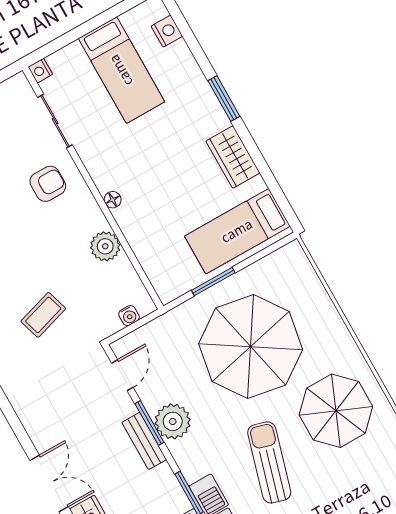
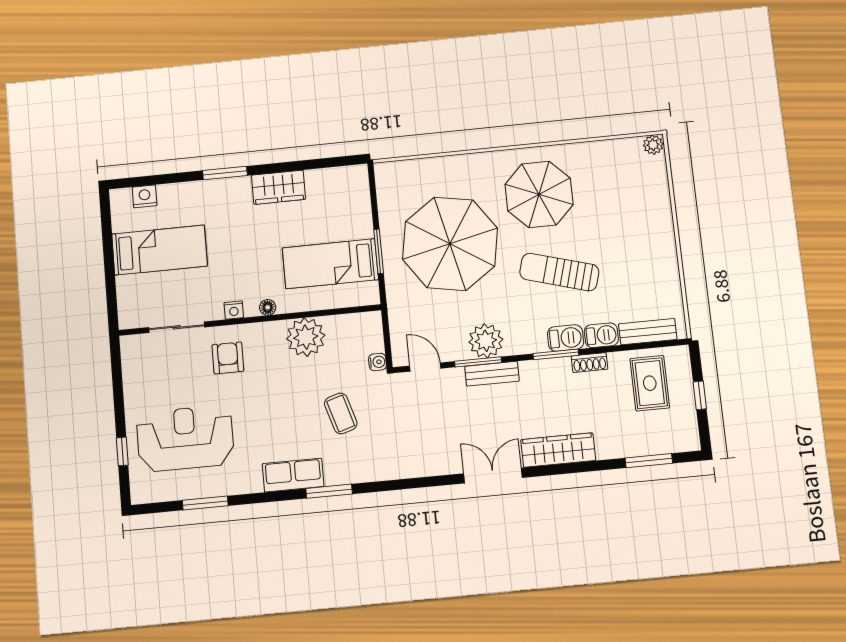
nightstand: (40, 71) -> (234, 310), moved
bed: (237, 231) -> (330, 264), moved, turned 90
plant: (105, 246) -> (306, 337), width x1.36, depth x1.36
water cooler: (129, 316) -> (378, 362), moved

